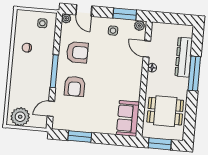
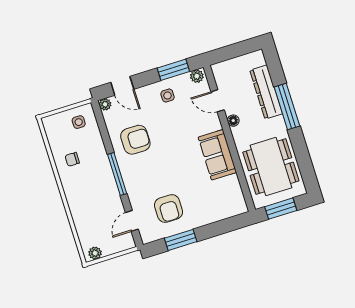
armchair: (75, 86) -> (169, 208), moved
dining table: (165, 111) -> (271, 166), width x1.38
plant: (20, 117) -> (95, 253), width x0.53, depth x0.53
sofa: (128, 118) -> (217, 155), moved

